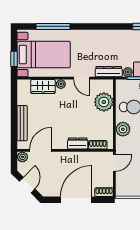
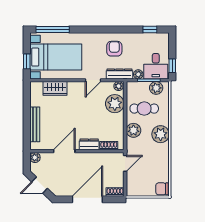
window: (53, 26) -> (53, 30), moved
armchair: (103, 46) -> (114, 49), added
door: (82, 78) -> (93, 80), hinge flipped
plant: (61, 84) -> (119, 86), moved
door: (41, 150) -> (64, 151), moved
door: (27, 185) -> (40, 185), swing flipped

